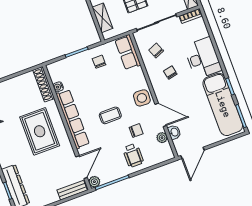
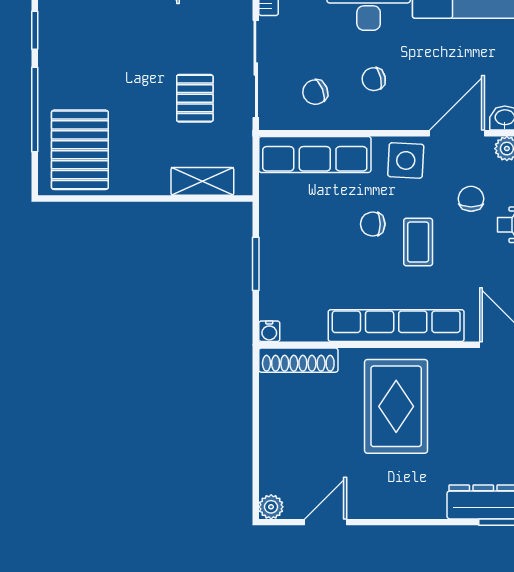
row of seats: (128, 52) -> (315, 154), width x1.48
chair: (99, 62) -> (373, 224), moved
water cooler: (58, 87) -> (269, 331), moved
rug: (40, 131) -> (396, 406), turned 90

